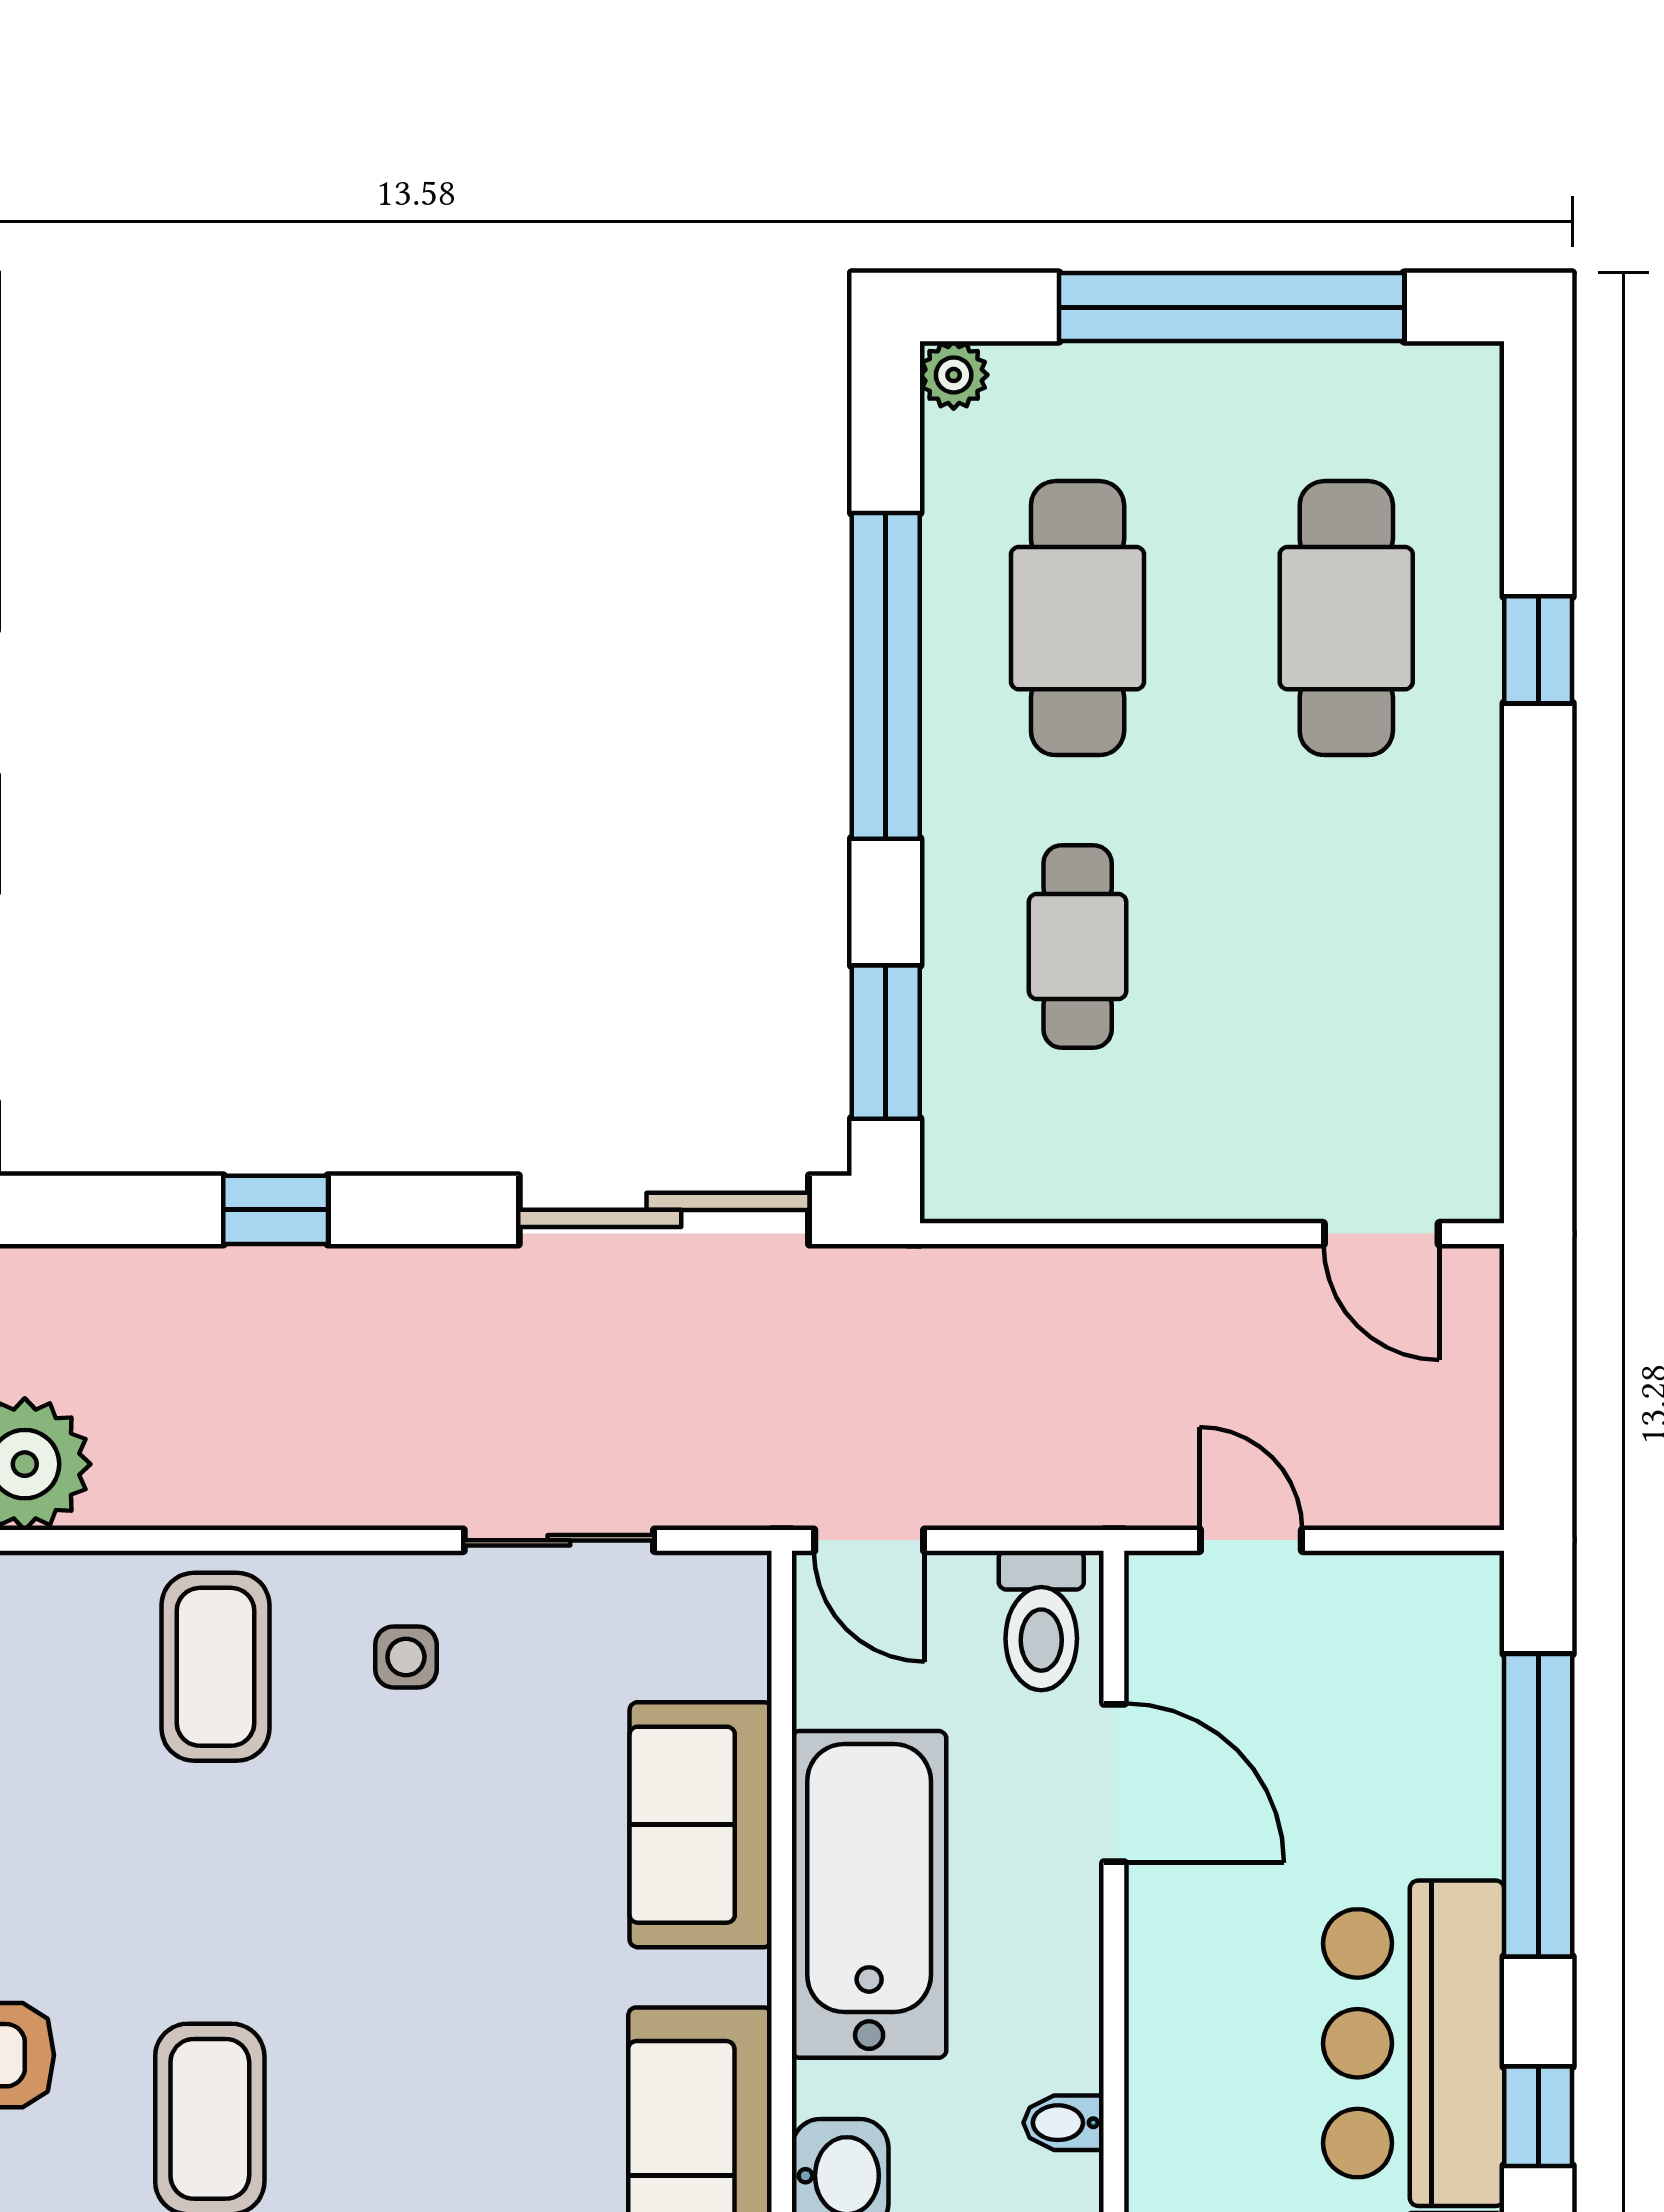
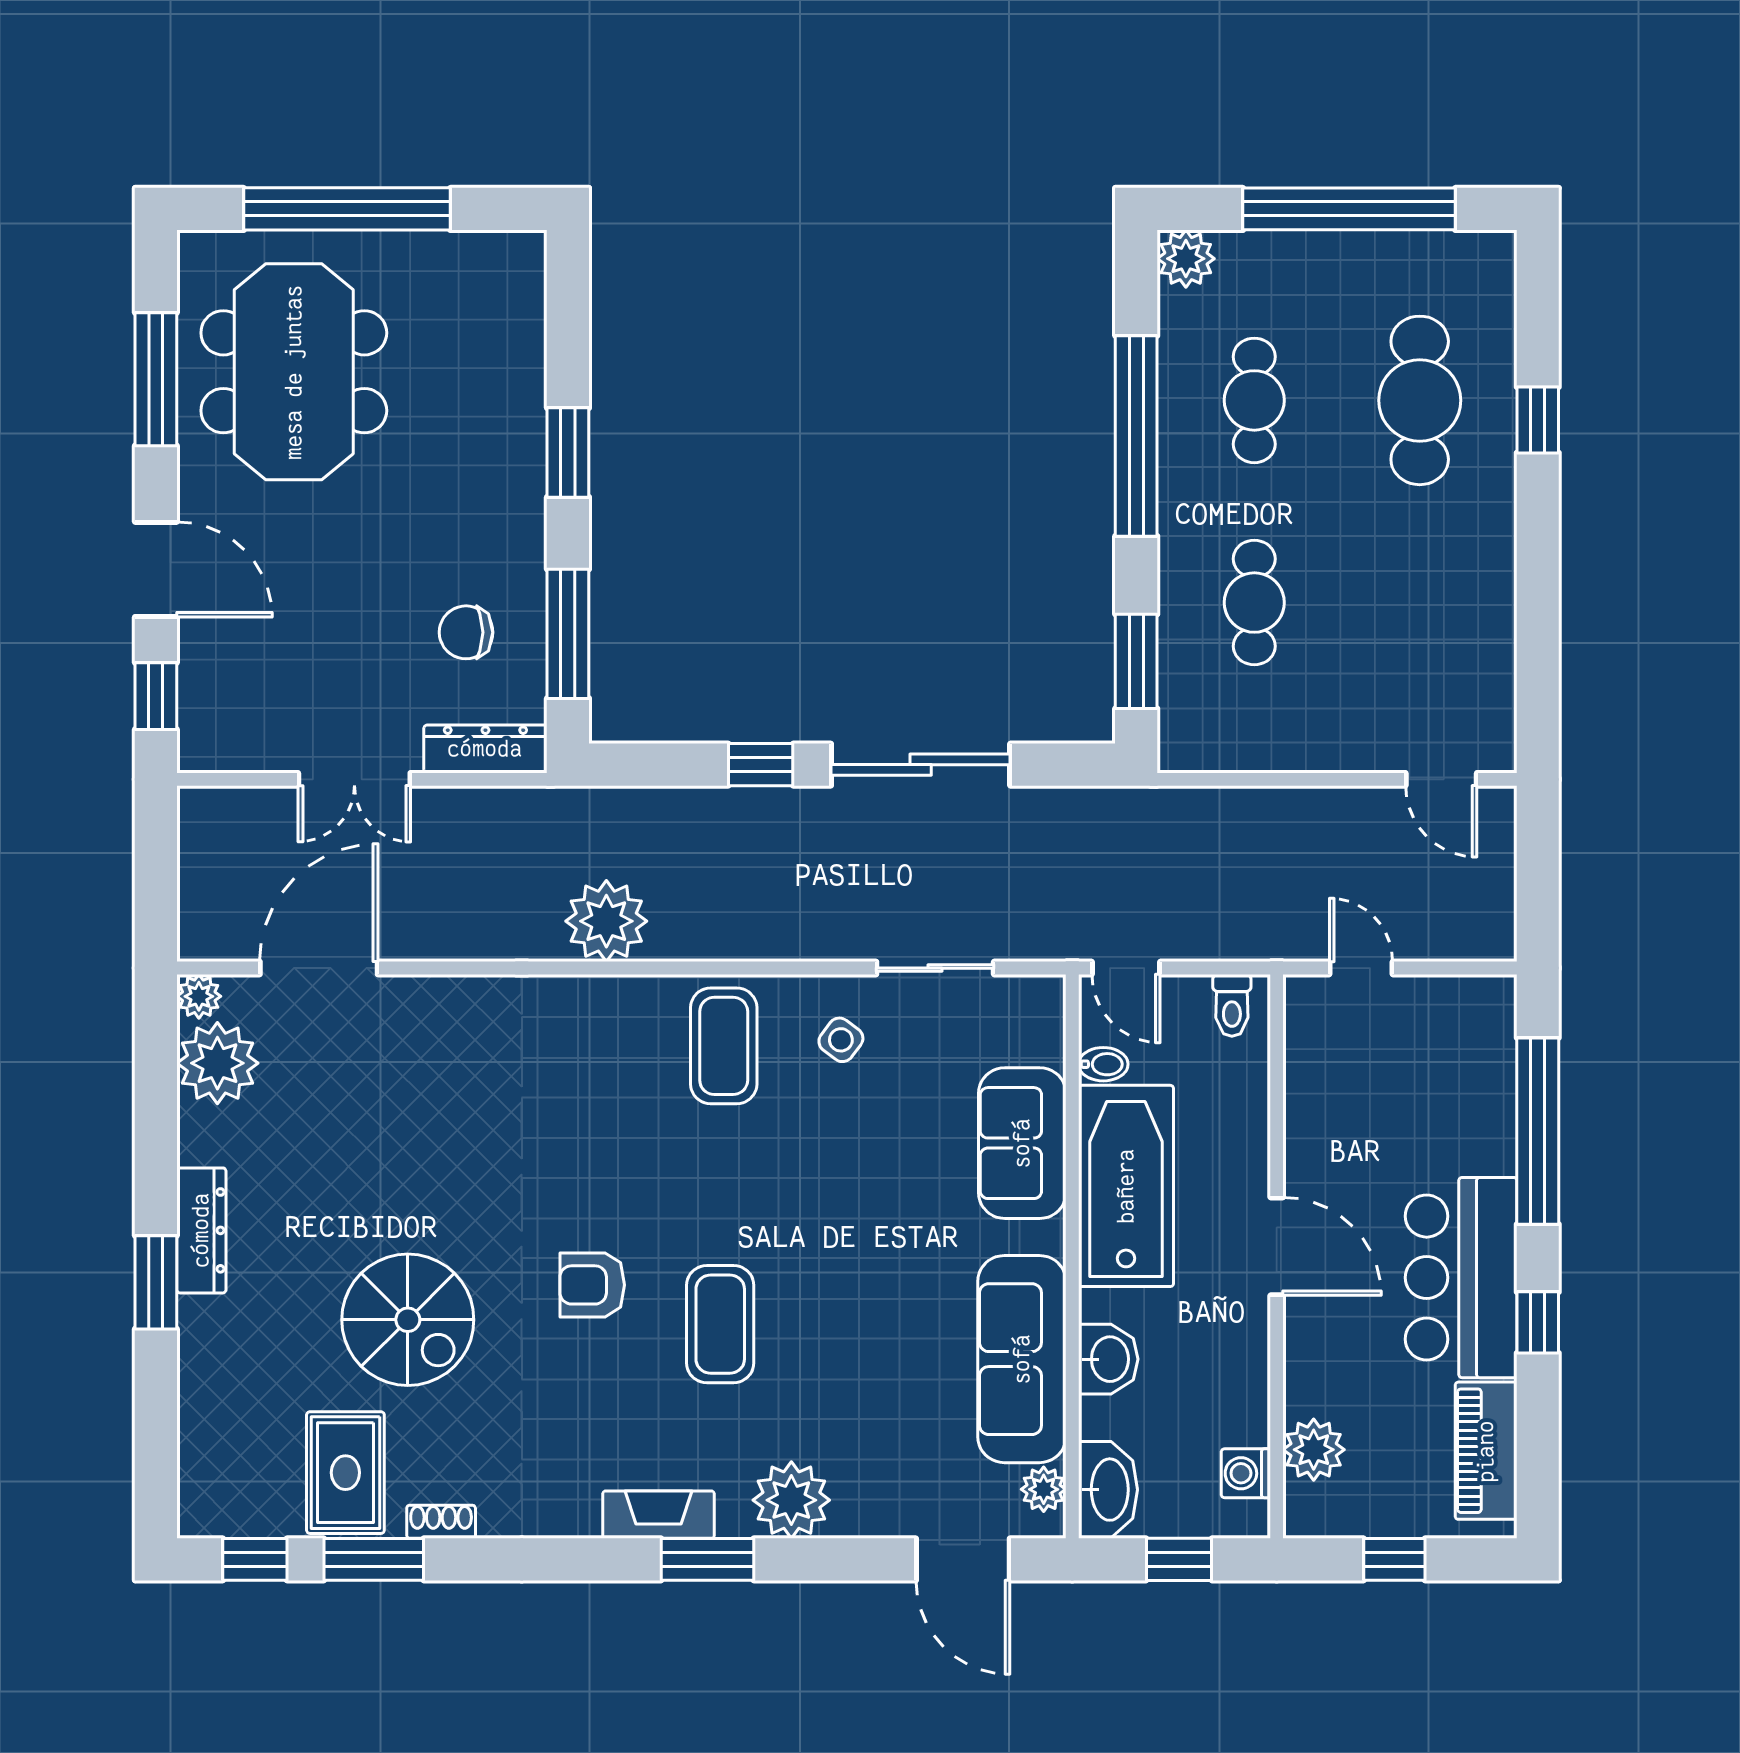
plant: (954, 375) -> (1186, 259), width x1.38, depth x1.38
cafe table: (1078, 618) -> (1254, 400), width x0.73, depth x0.74
sliding door: (664, 1210) -> (921, 765), moved
toilet: (1041, 1620) -> (1232, 1005), width x0.73, depth x0.72
side table: (406, 1657) -> (841, 1040), turned 37
door: (1114, 1783) -> (1277, 1246), moved
bidet: (1064, 2123) -> (1103, 1064), moved, turned 180

